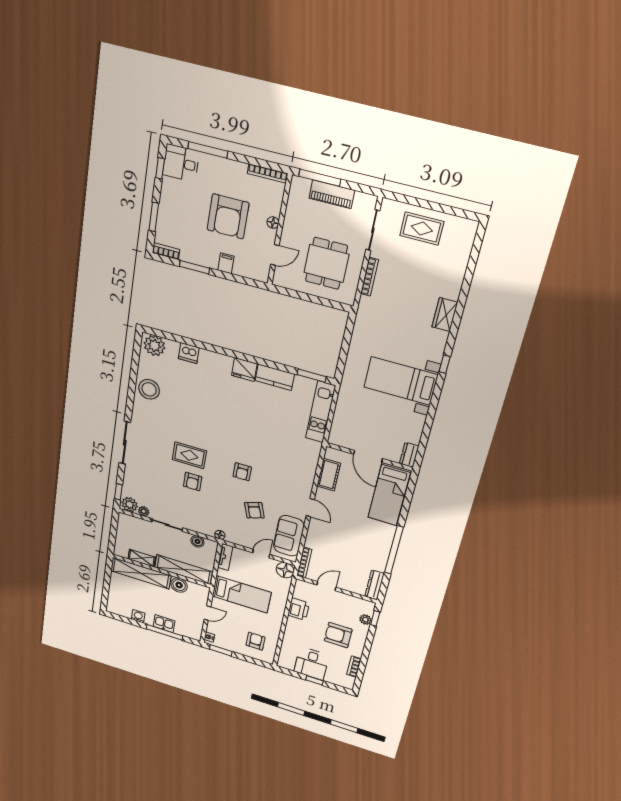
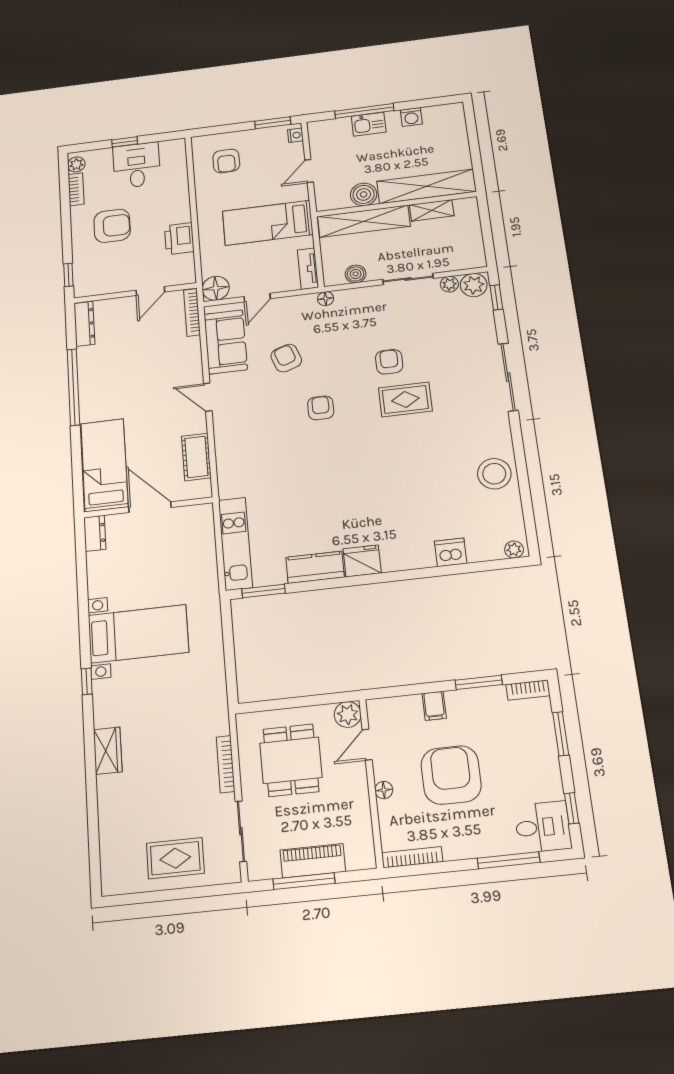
window: (320, 178) -> (304, 881), moved
plant: (282, 278) -> (348, 714), added
plant: (154, 346) -> (514, 550), width x0.53, depth x0.53
plant: (365, 620) -> (76, 164), moved

